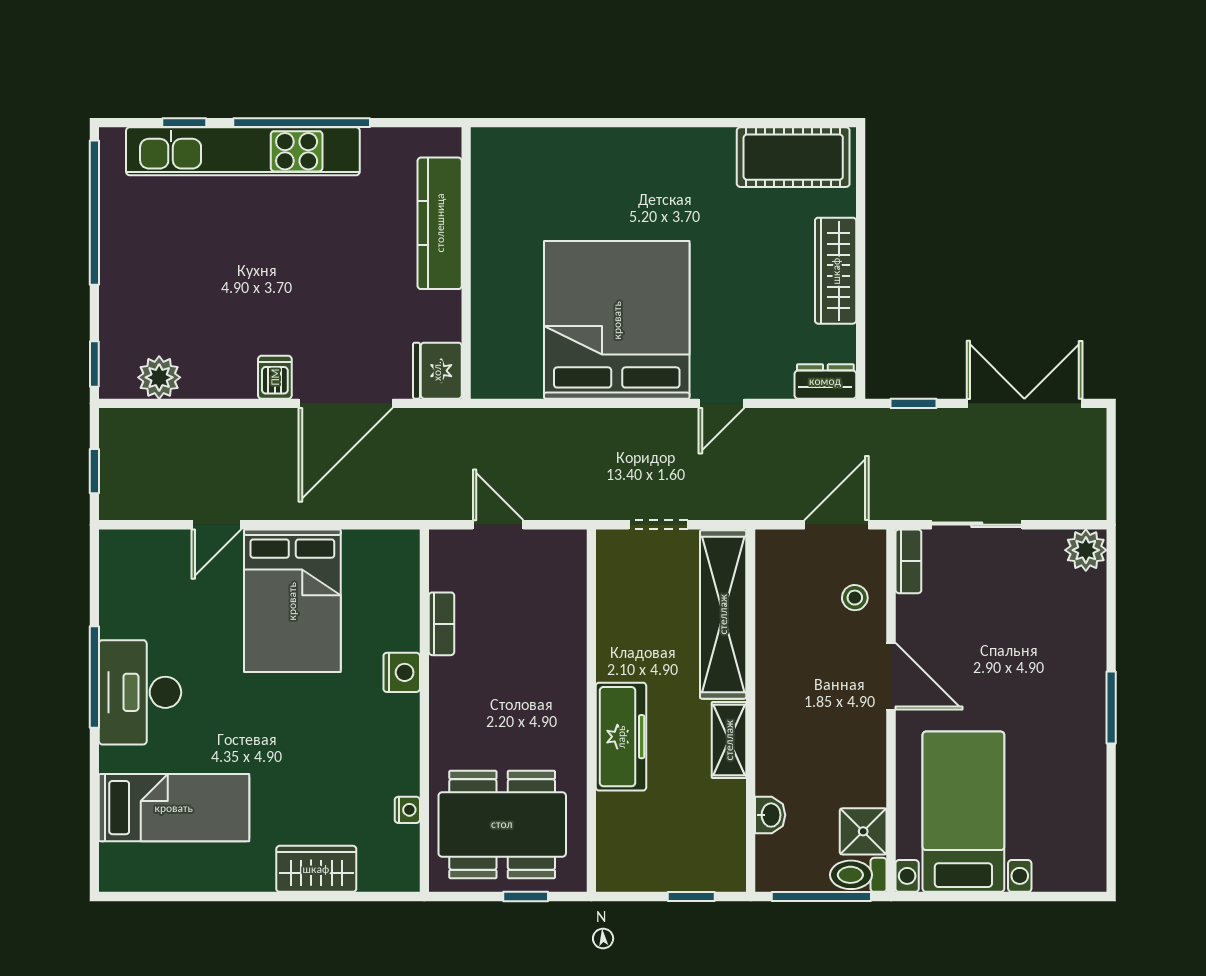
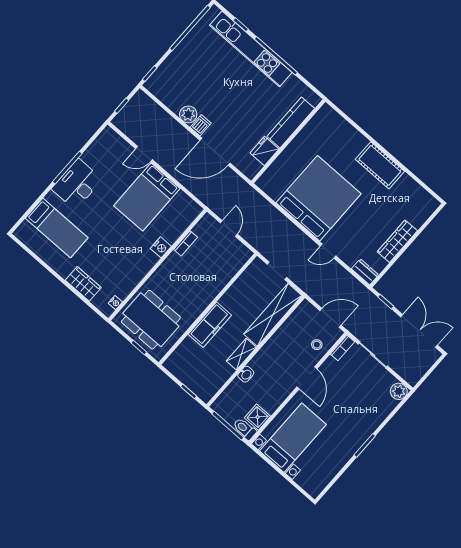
cot: (793, 157) -> (380, 165), moved
fridge: (437, 371) -> (264, 151), moved
plant: (159, 377) -> (188, 114), moved
nightstand: (407, 810) -> (115, 303), moved
washbasin: (770, 815) -> (246, 374), moved

